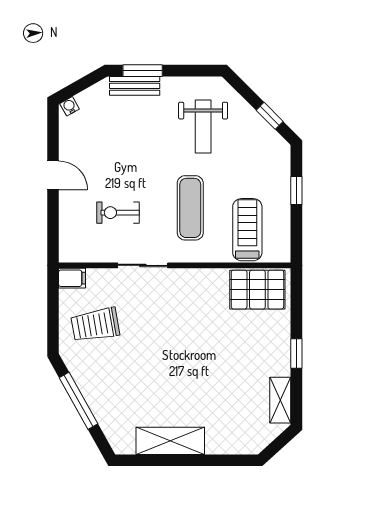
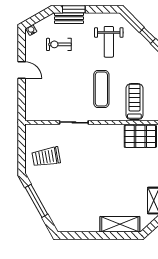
exercise bike: (118, 213) -> (59, 44), moved
filing cabinet: (72, 278) -> (33, 130), removed
shelving: (170, 441) -> (120, 224), moved

